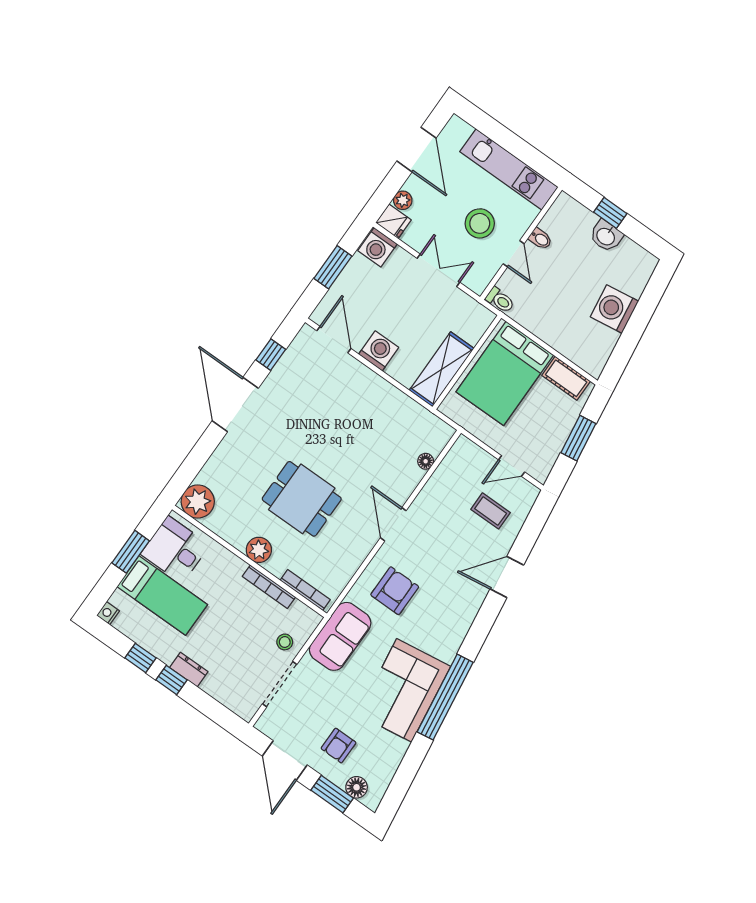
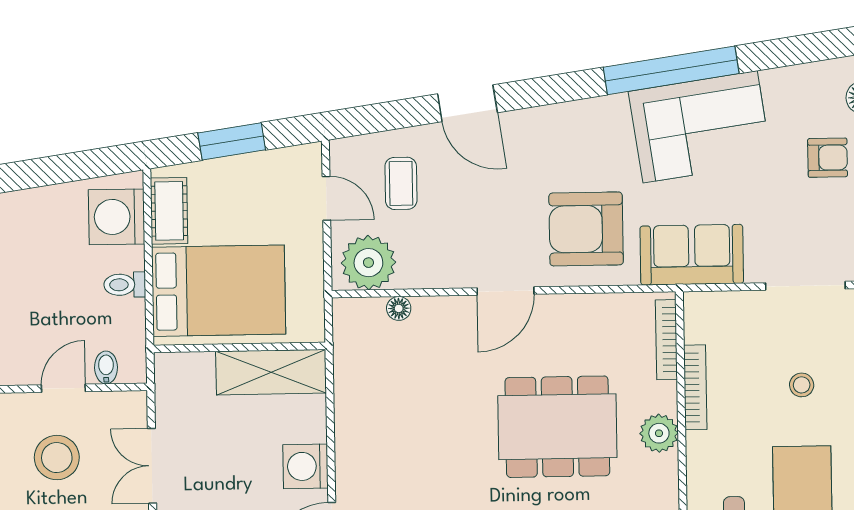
bidet: (540, 239) -> (106, 367), moved
toilet: (500, 300) -> (125, 285), moved, turned -90
washing machine: (614, 309) -> (117, 217), moved, turned 98
plant: (461, 463) -> (368, 263), added
dining table: (302, 499) -> (557, 427), width x1.38
armchair: (395, 591) -> (586, 229), width x1.36, depth x1.36
stool: (285, 642) -> (802, 385), moved

